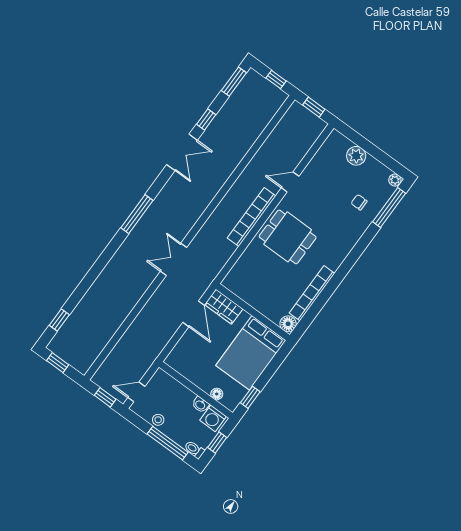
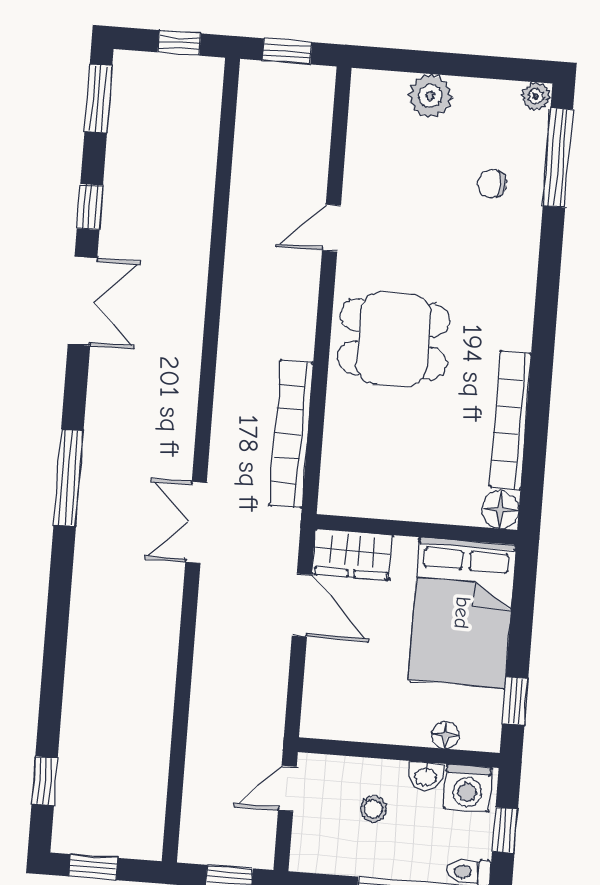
bookcase: (252, 217) -> (291, 434), moved
door: (136, 392) -> (287, 789), moved
stool: (158, 420) -> (373, 809), moved

